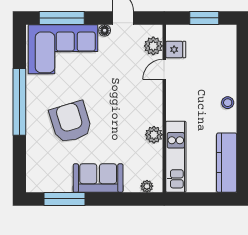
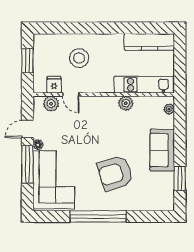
window: (62, 18) -> (27, 164), moved
stool: (228, 103) -> (79, 58), moved, width x1.89, depth x1.89
window: (64, 199) -> (180, 178), width x0.69

